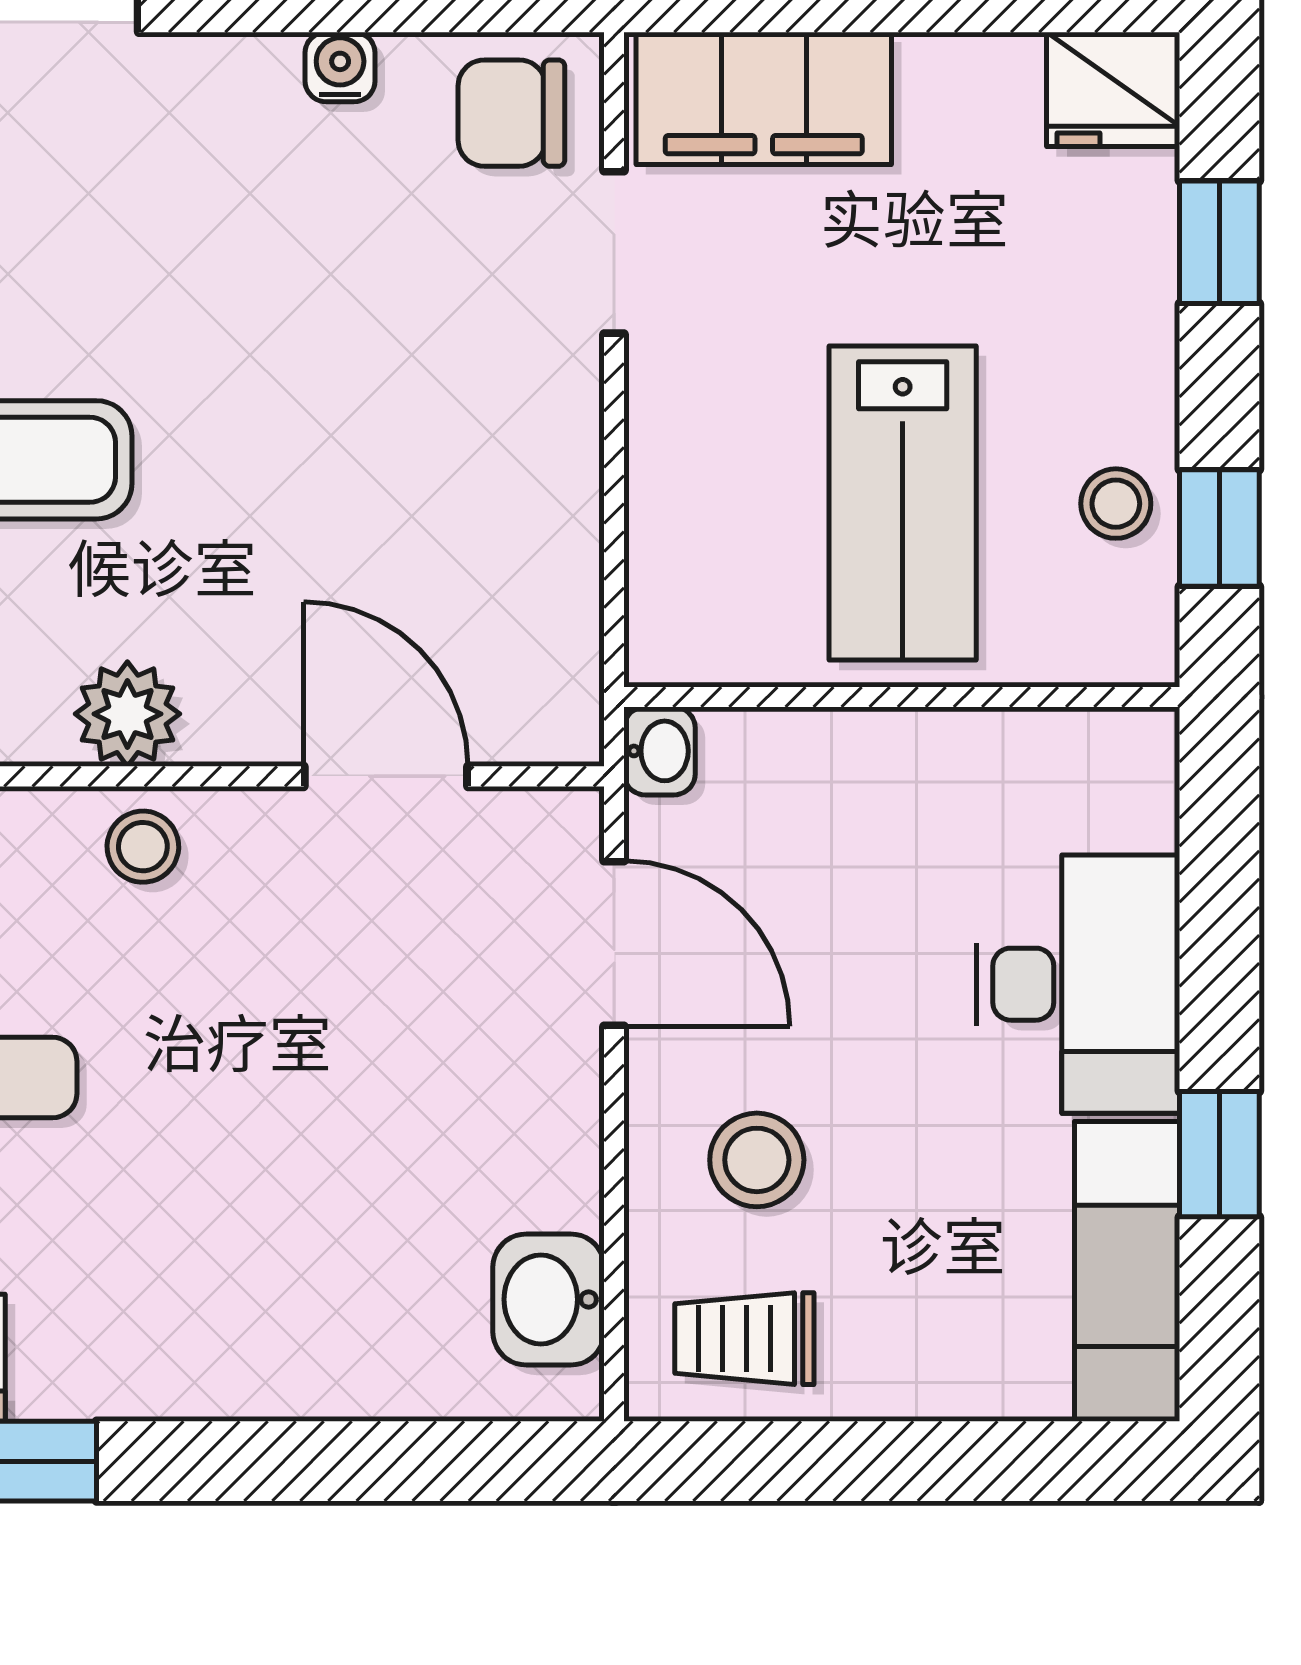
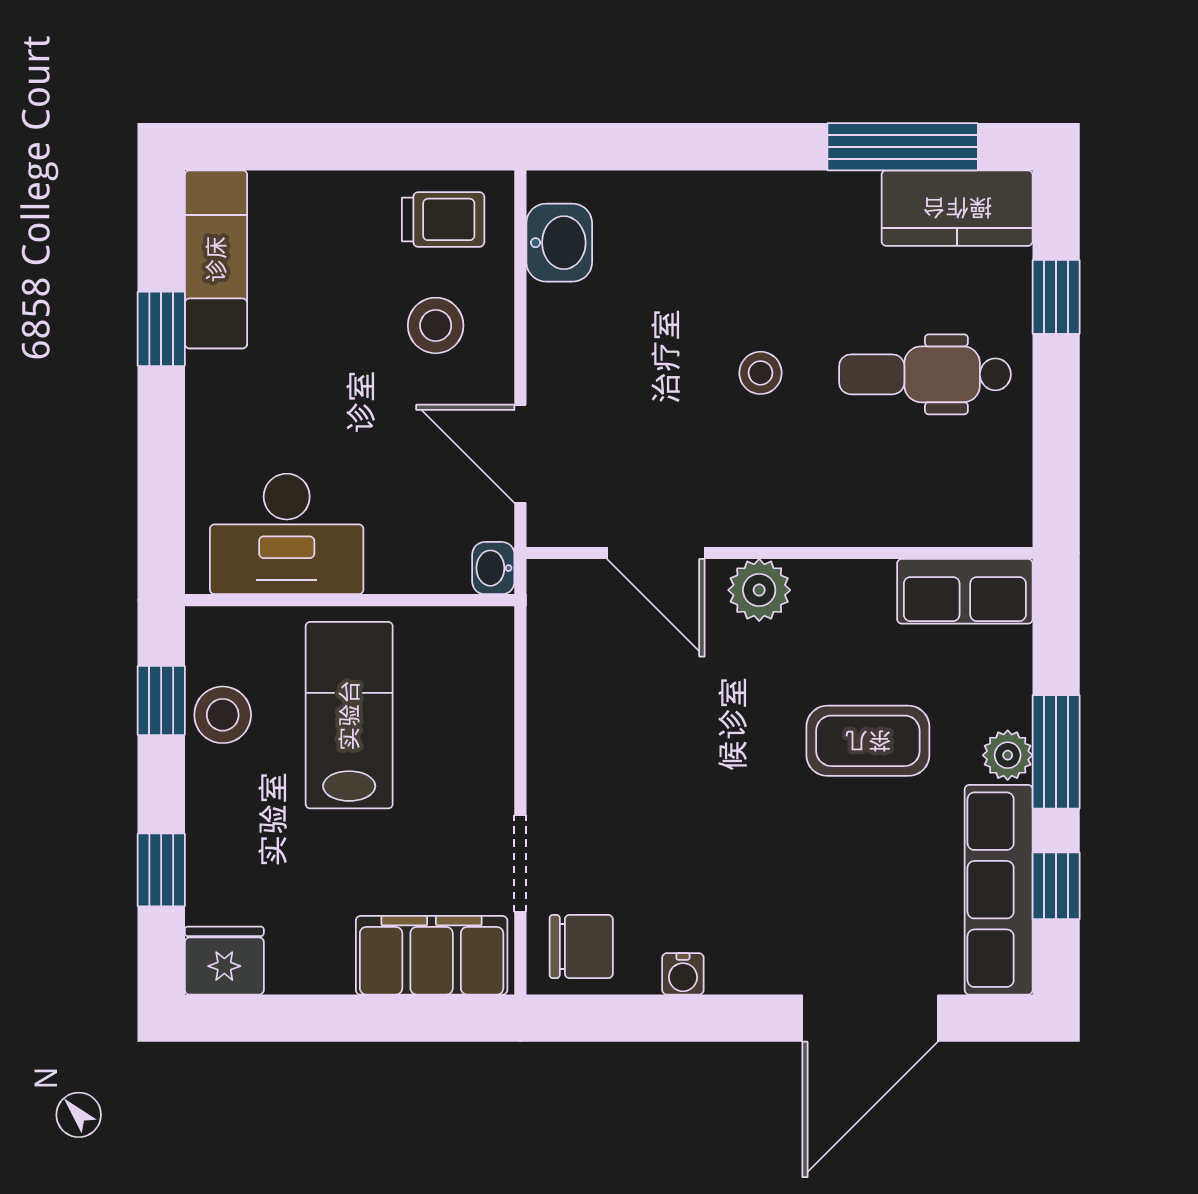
stool: (1116, 504) -> (223, 715), width x1.37, depth x1.37
plant: (127, 714) -> (759, 590), moved
stool: (143, 847) -> (761, 373), moved
desk: (1078, 984) -> (287, 534), moved, turned -90

